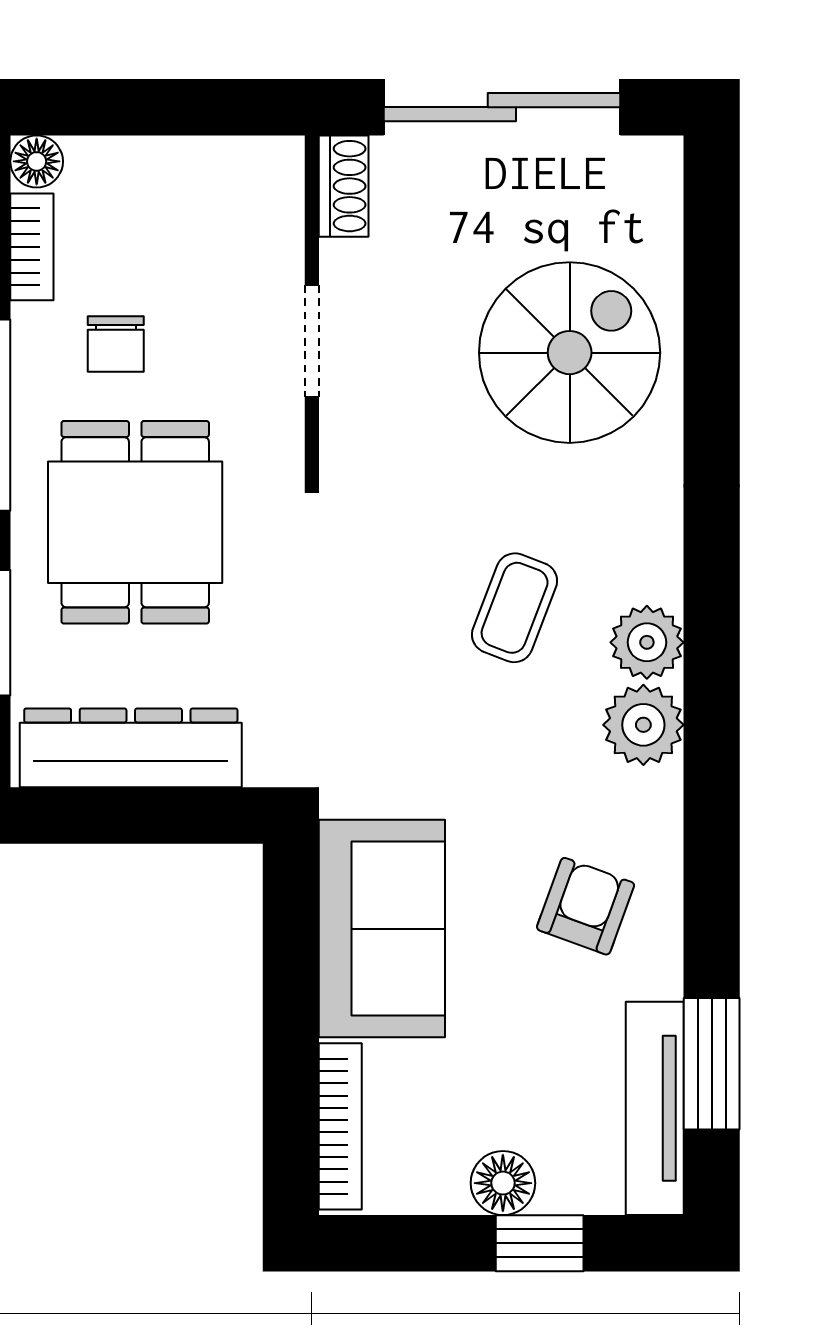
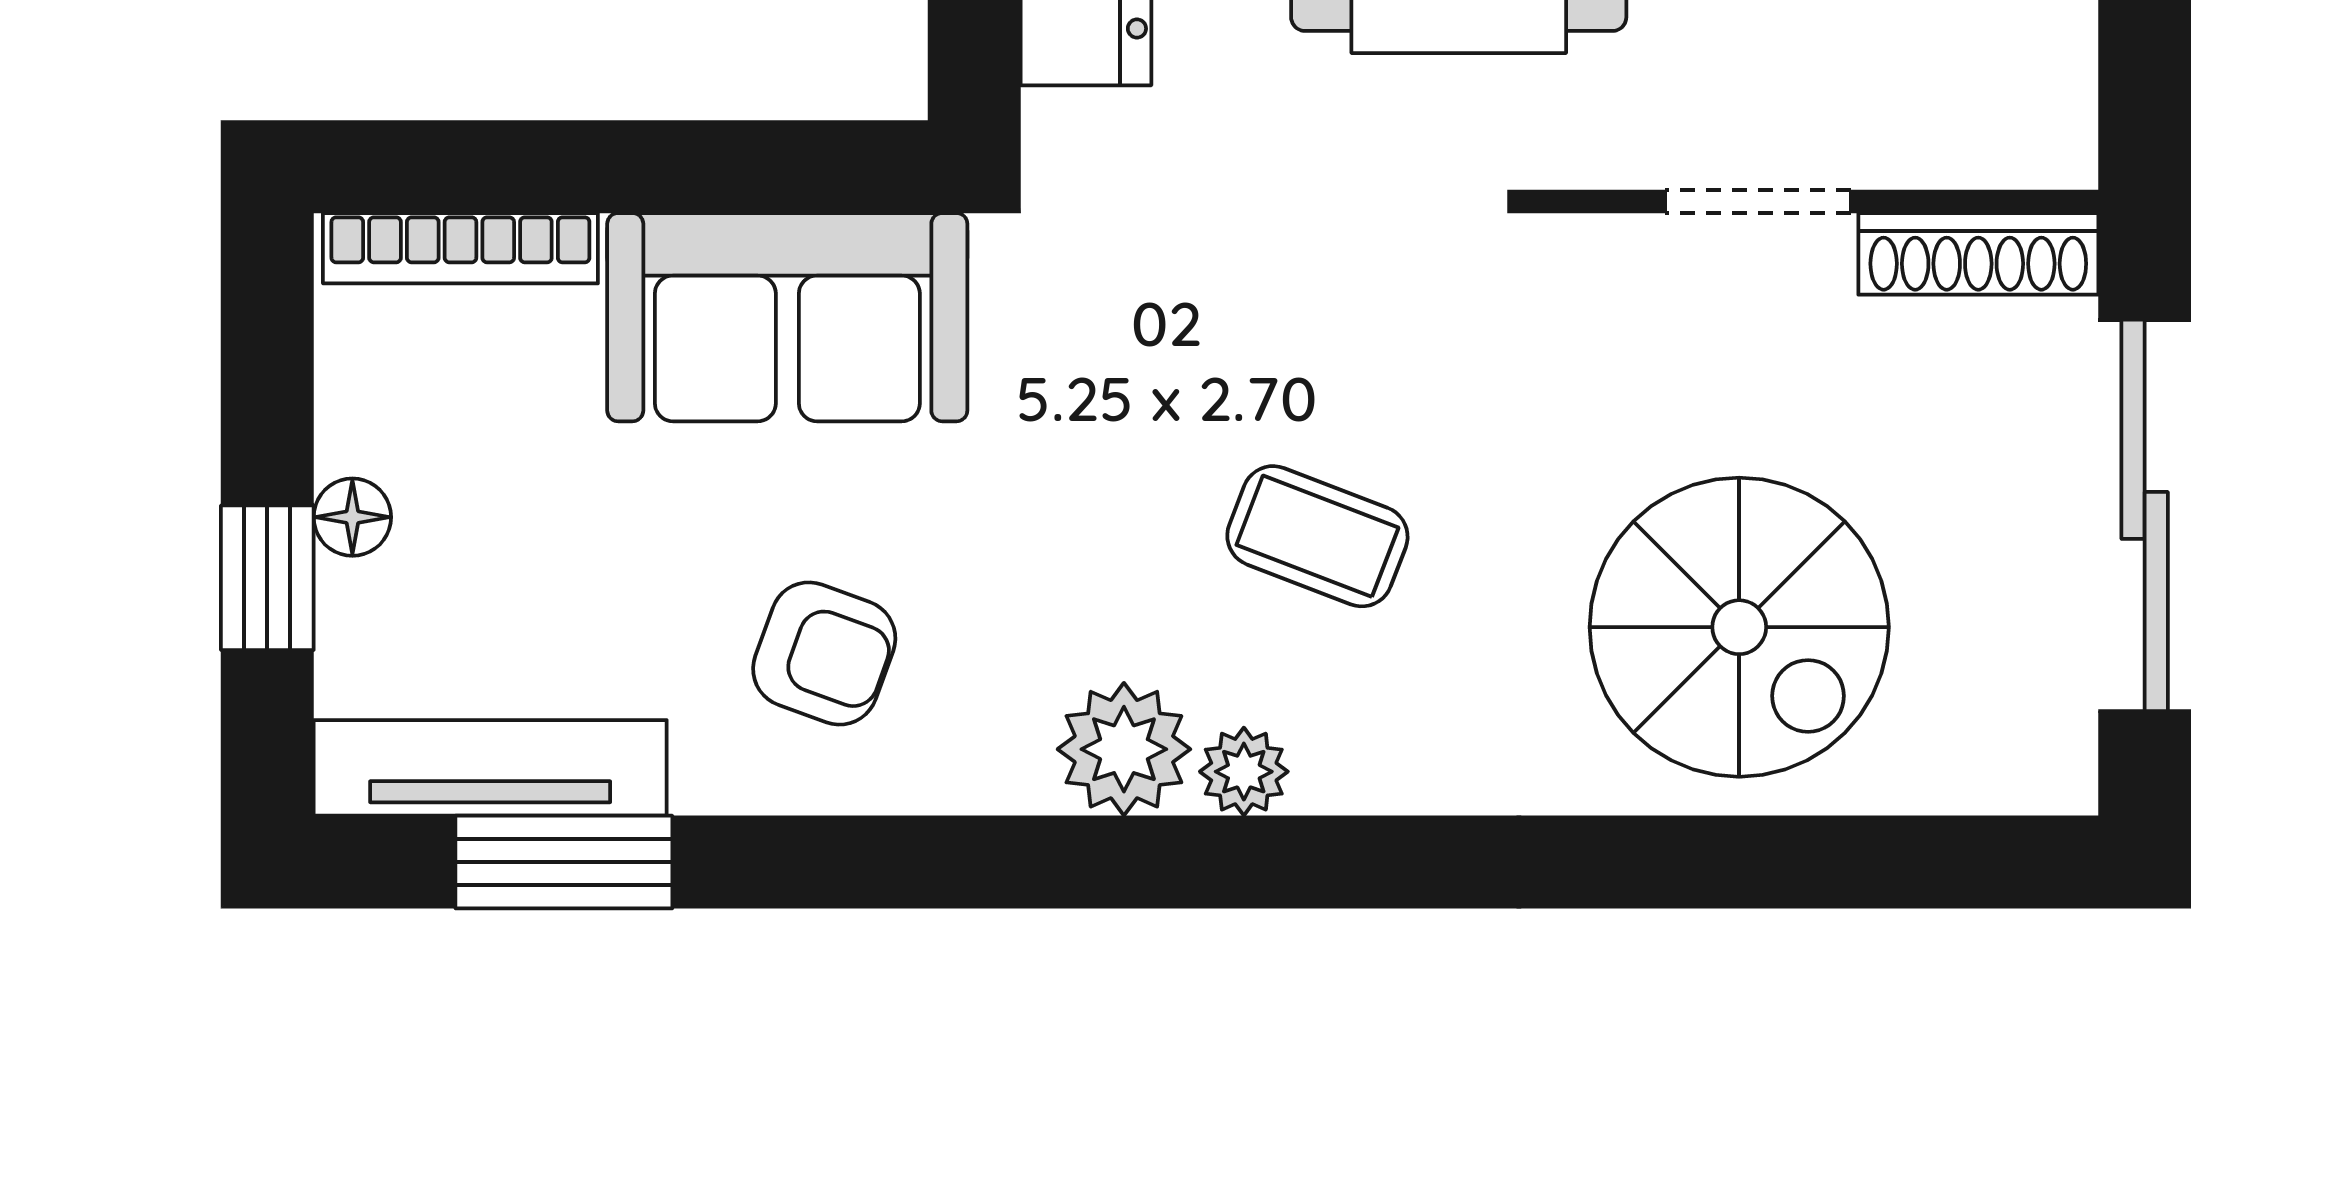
shoe rack: (344, 186) -> (1978, 254), width x1.43
plant: (647, 642) -> (1244, 772), width x0.73, depth x0.73
floor lamp: (503, 1183) -> (352, 517), width x0.73, depth x0.73

